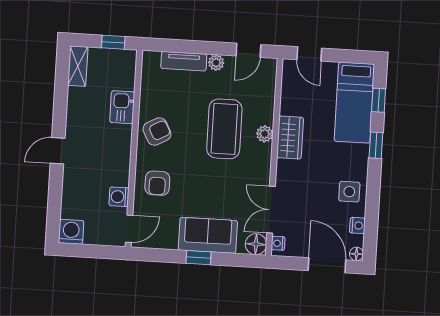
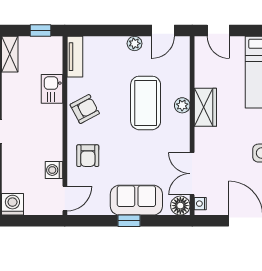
tv unit: (184, 61) -> (75, 57), moved, turned -90

